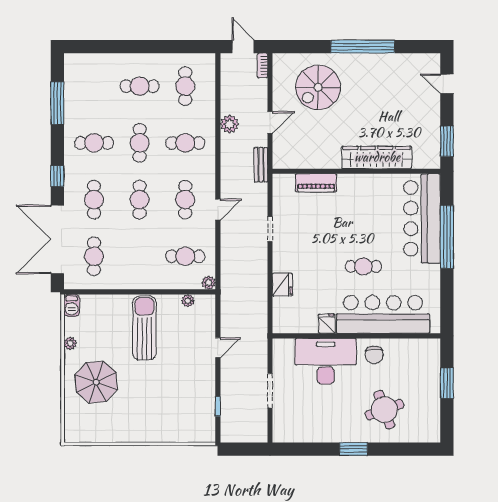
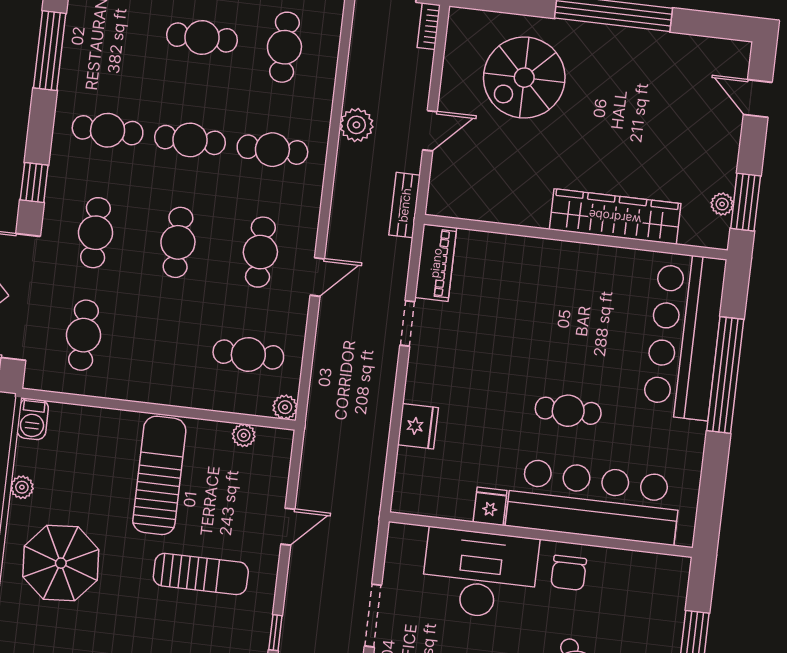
cafe table: (140, 143) -> (190, 140), turned 90
plant: (434, 144) -> (722, 204), added
piano: (316, 183) -> (436, 263), moved, turned -90
sun lounger: (173, 379) -> (201, 574), added

